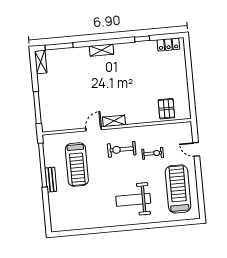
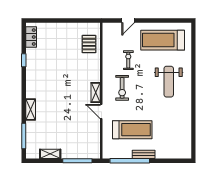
shelving: (101, 50) -> (31, 110), moved
shelving: (41, 62) -> (50, 154), moved
pallet: (166, 109) -> (89, 44), turned 90

